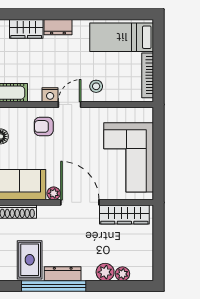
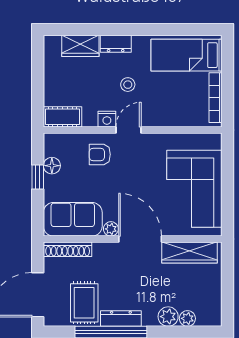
stool: (96, 86) -> (128, 85), moved

